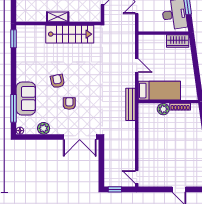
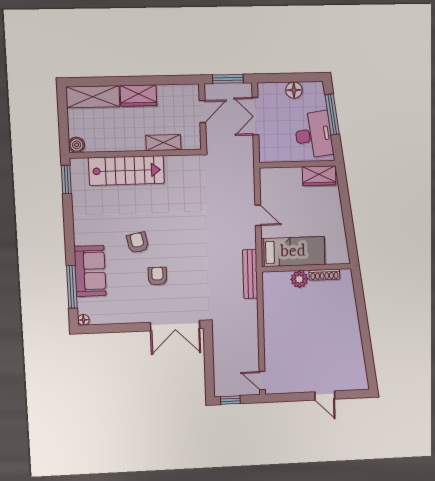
boiler: (21, 17) -> (77, 145), added
shelving: (58, 17) -> (163, 143), moved
stairs: (70, 34) -> (126, 170), moved
plant: (44, 128) -> (120, 315), removed

